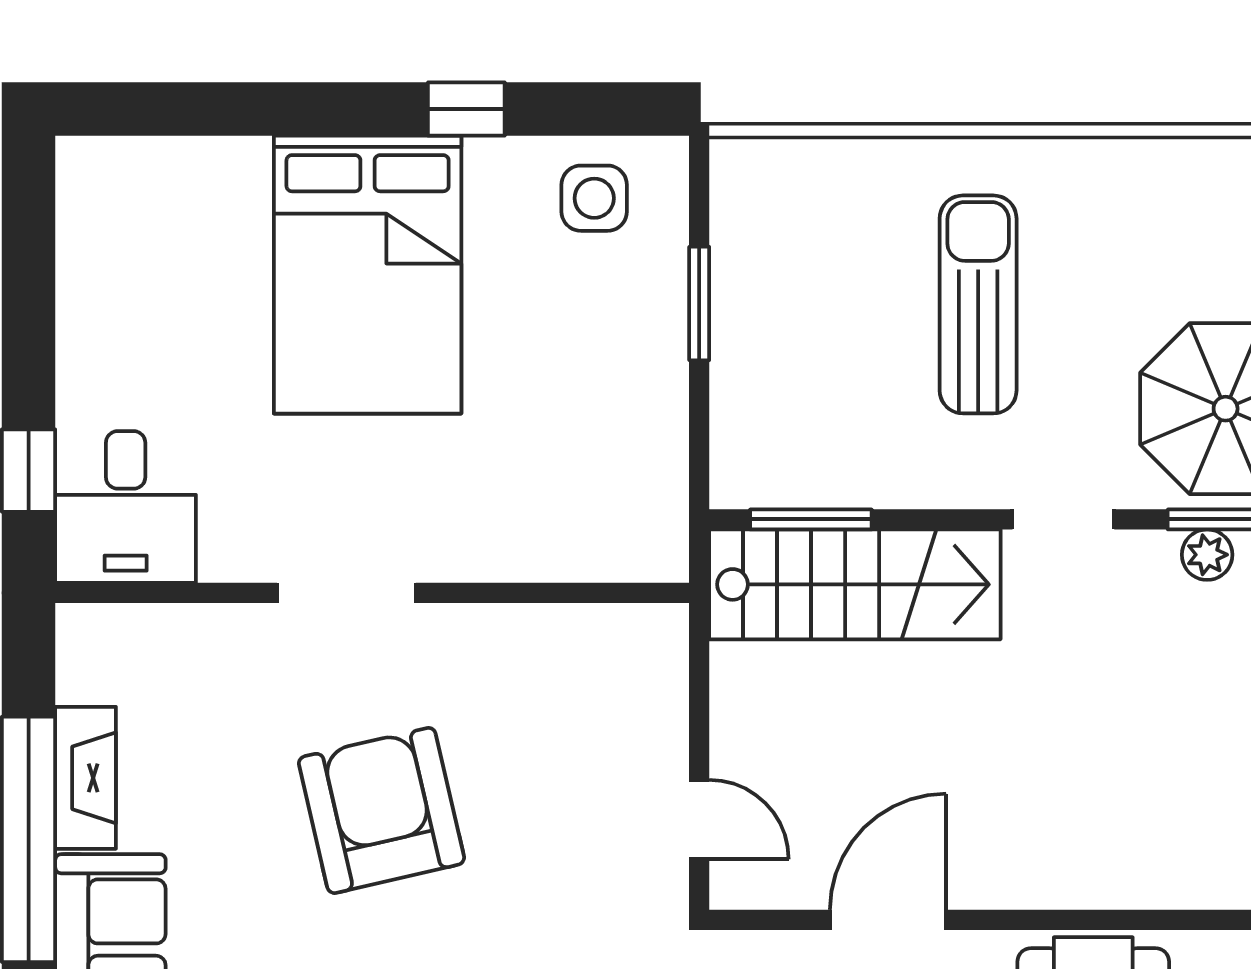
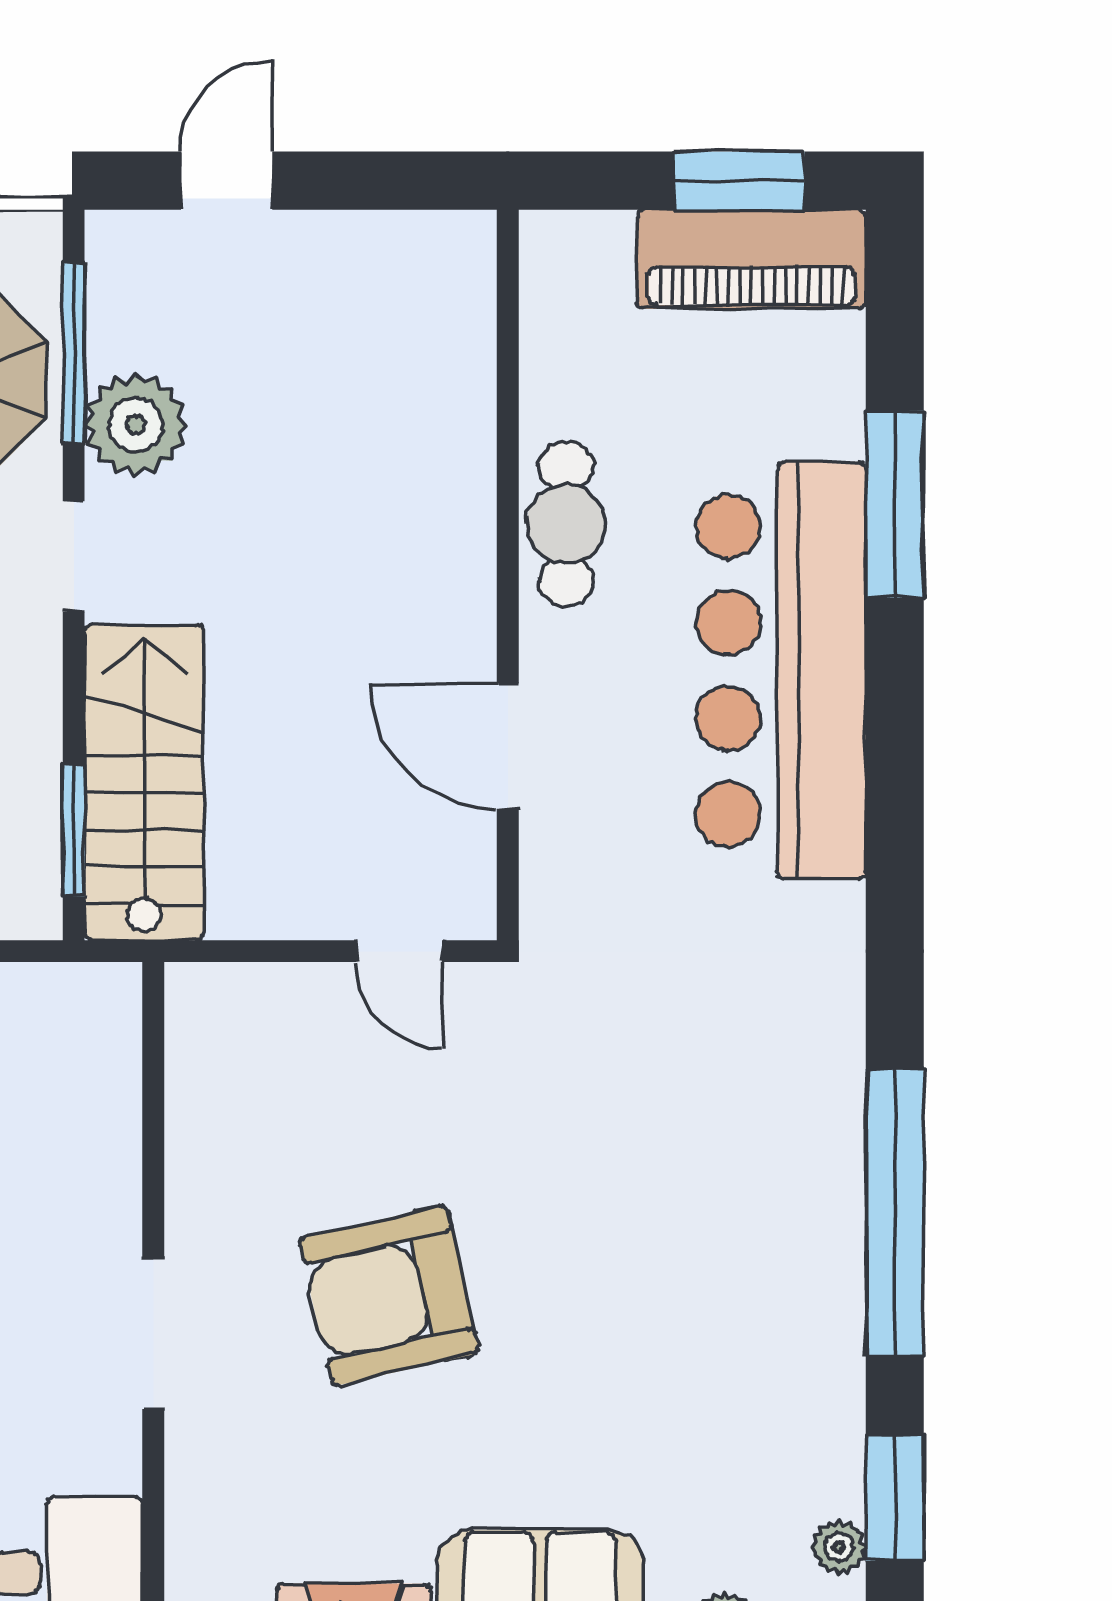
plant: (1207, 555) -> (136, 425), width x1.88, depth x1.88
door: (699, 820) -> (399, 951), swing flipped

